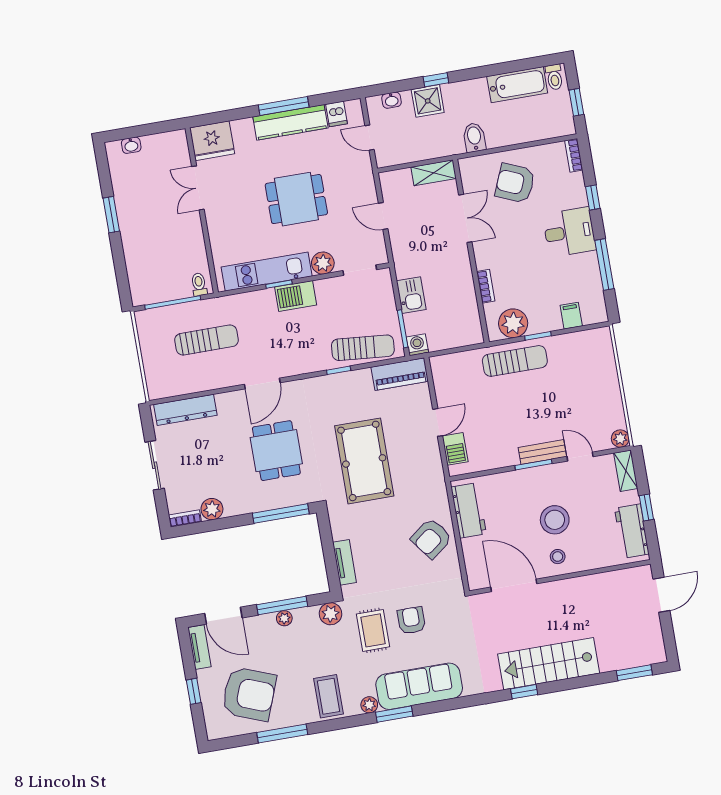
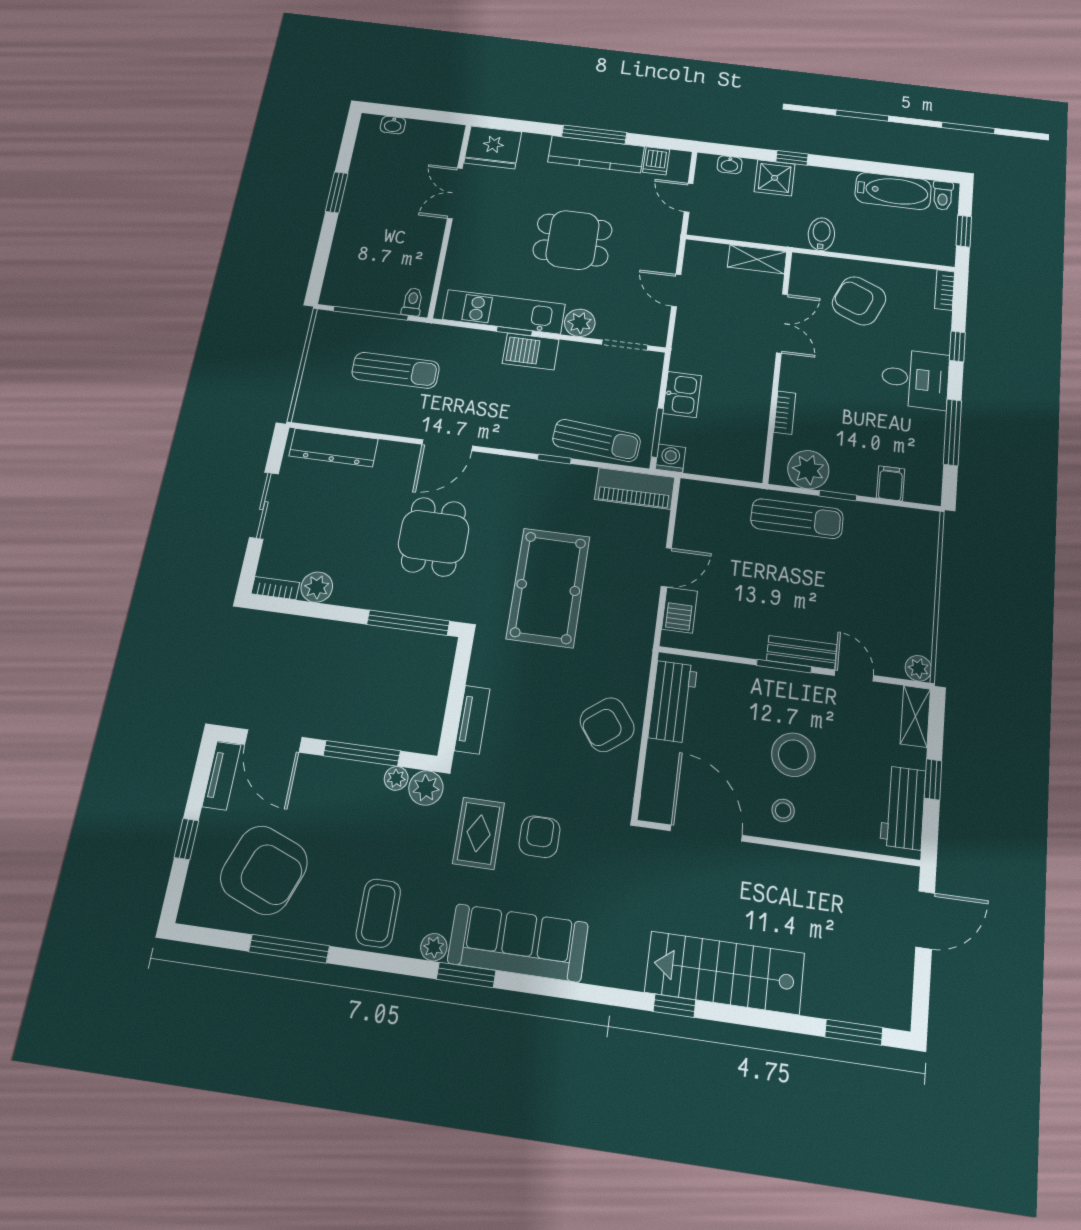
plant: (284, 618) -> (396, 778), moved

